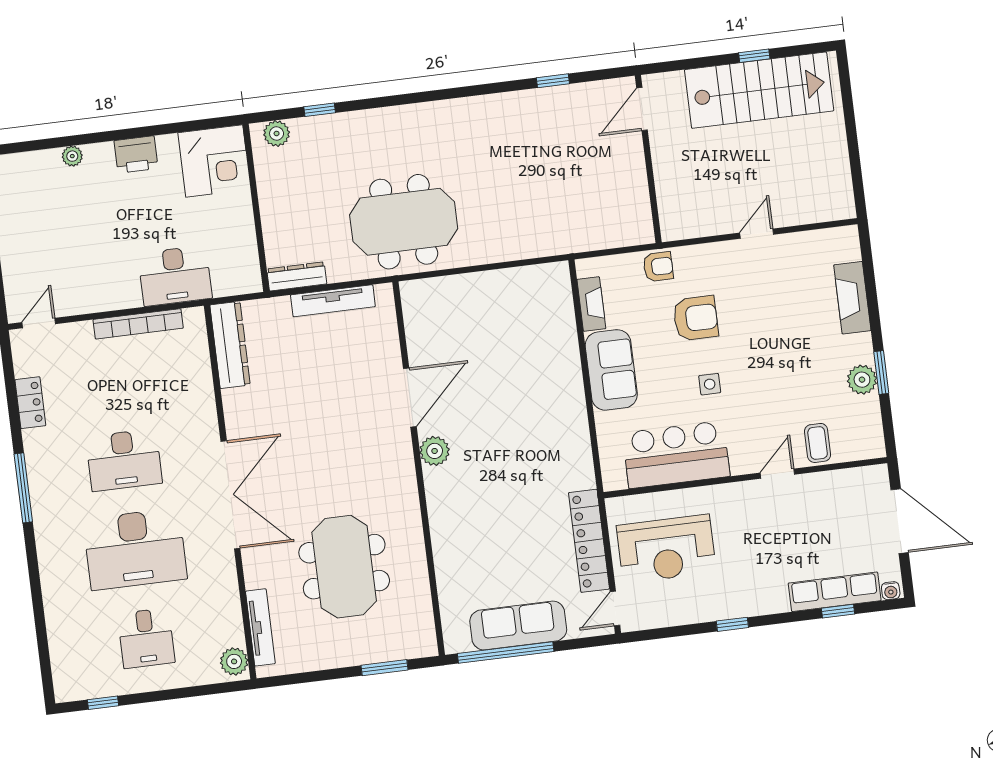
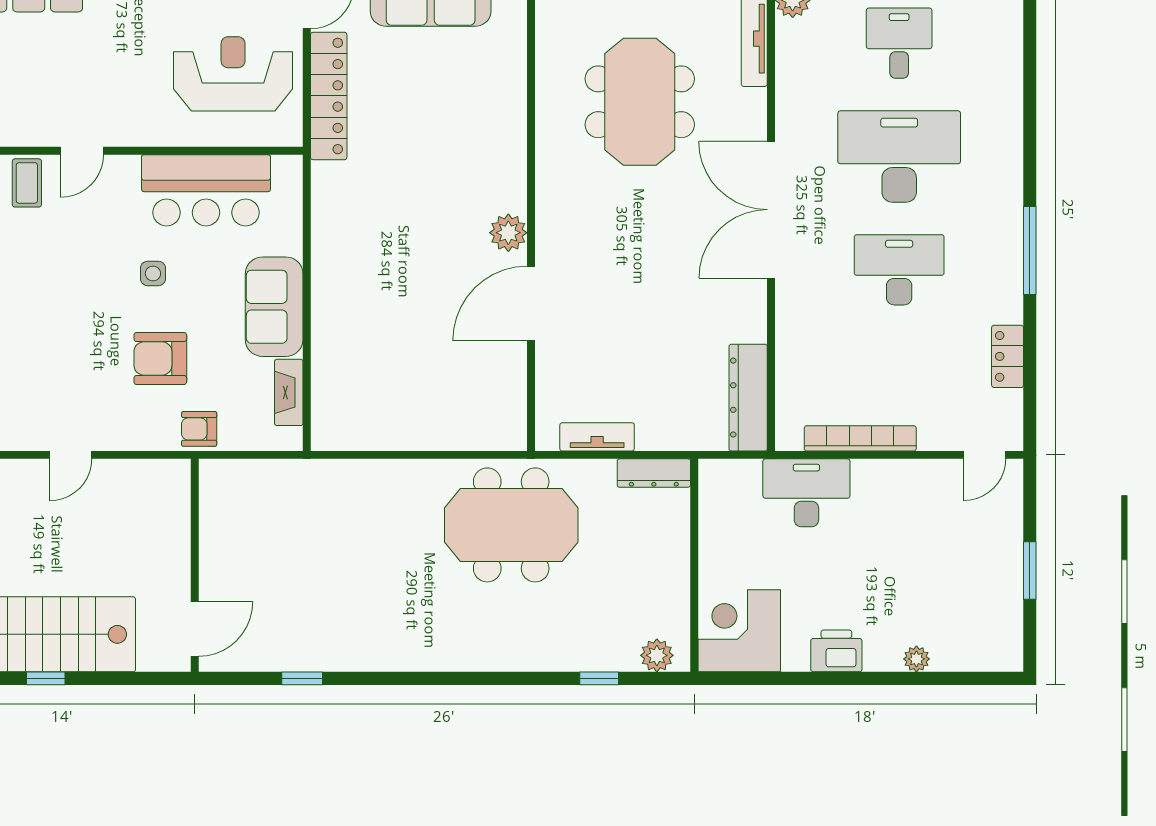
tv unit: (333, 301) -> (597, 437), width x0.71

